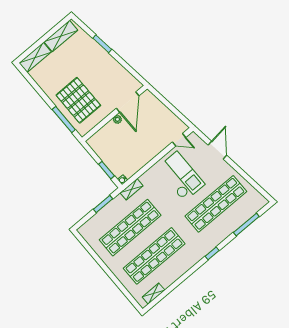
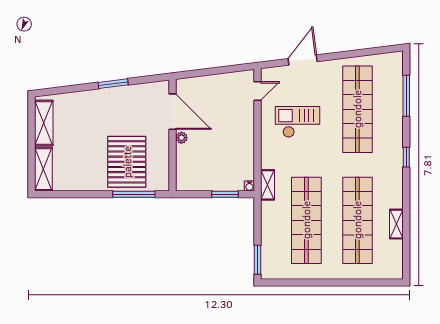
window: (102, 44) -> (113, 84), moved
pallet: (78, 100) -> (127, 162), turned 90
door: (217, 150) -> (303, 60), hinge flipped
checkout: (181, 176) -> (297, 122), width x0.73, depth x0.83
window: (103, 204) -> (258, 260), moved
shelving: (154, 294) -> (396, 224), moved

